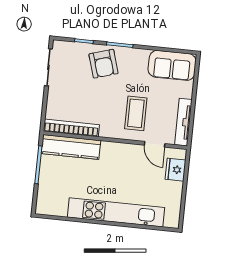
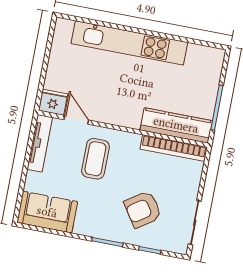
armchair: (104, 64) -> (143, 209), moved, turned -107
fridge: (175, 170) -> (53, 102), moved, turned -90

